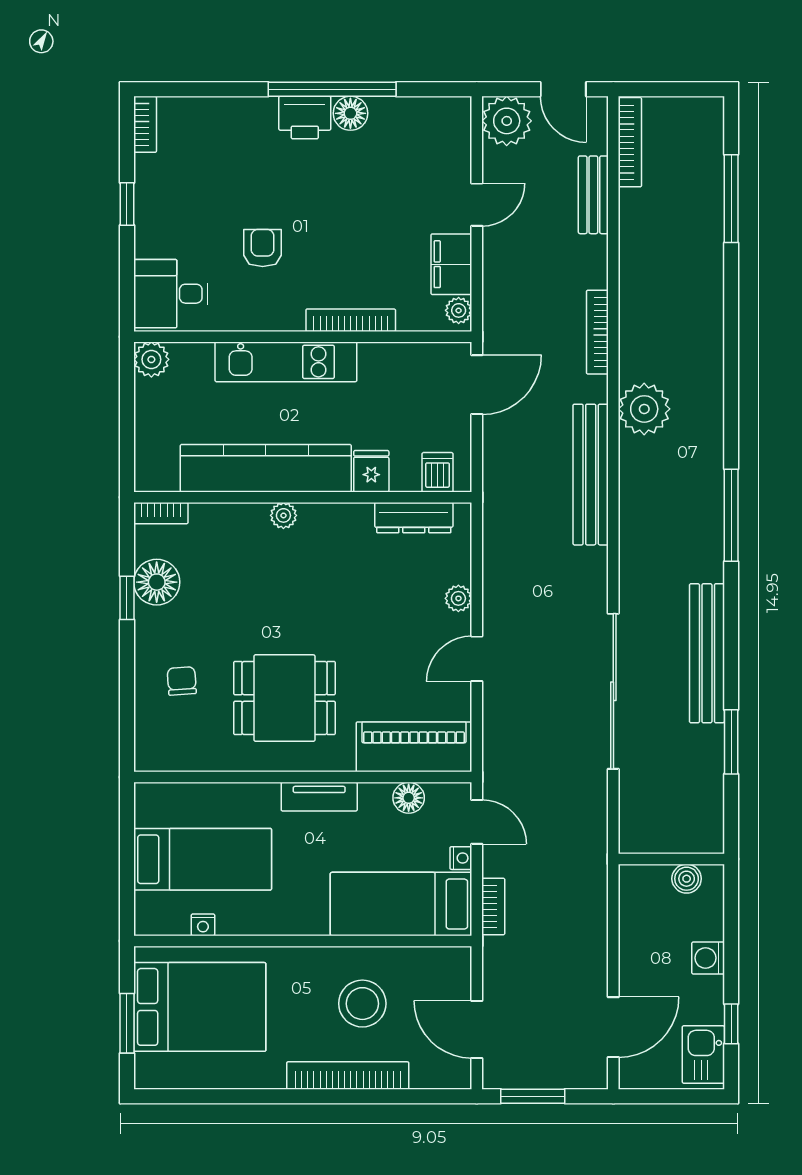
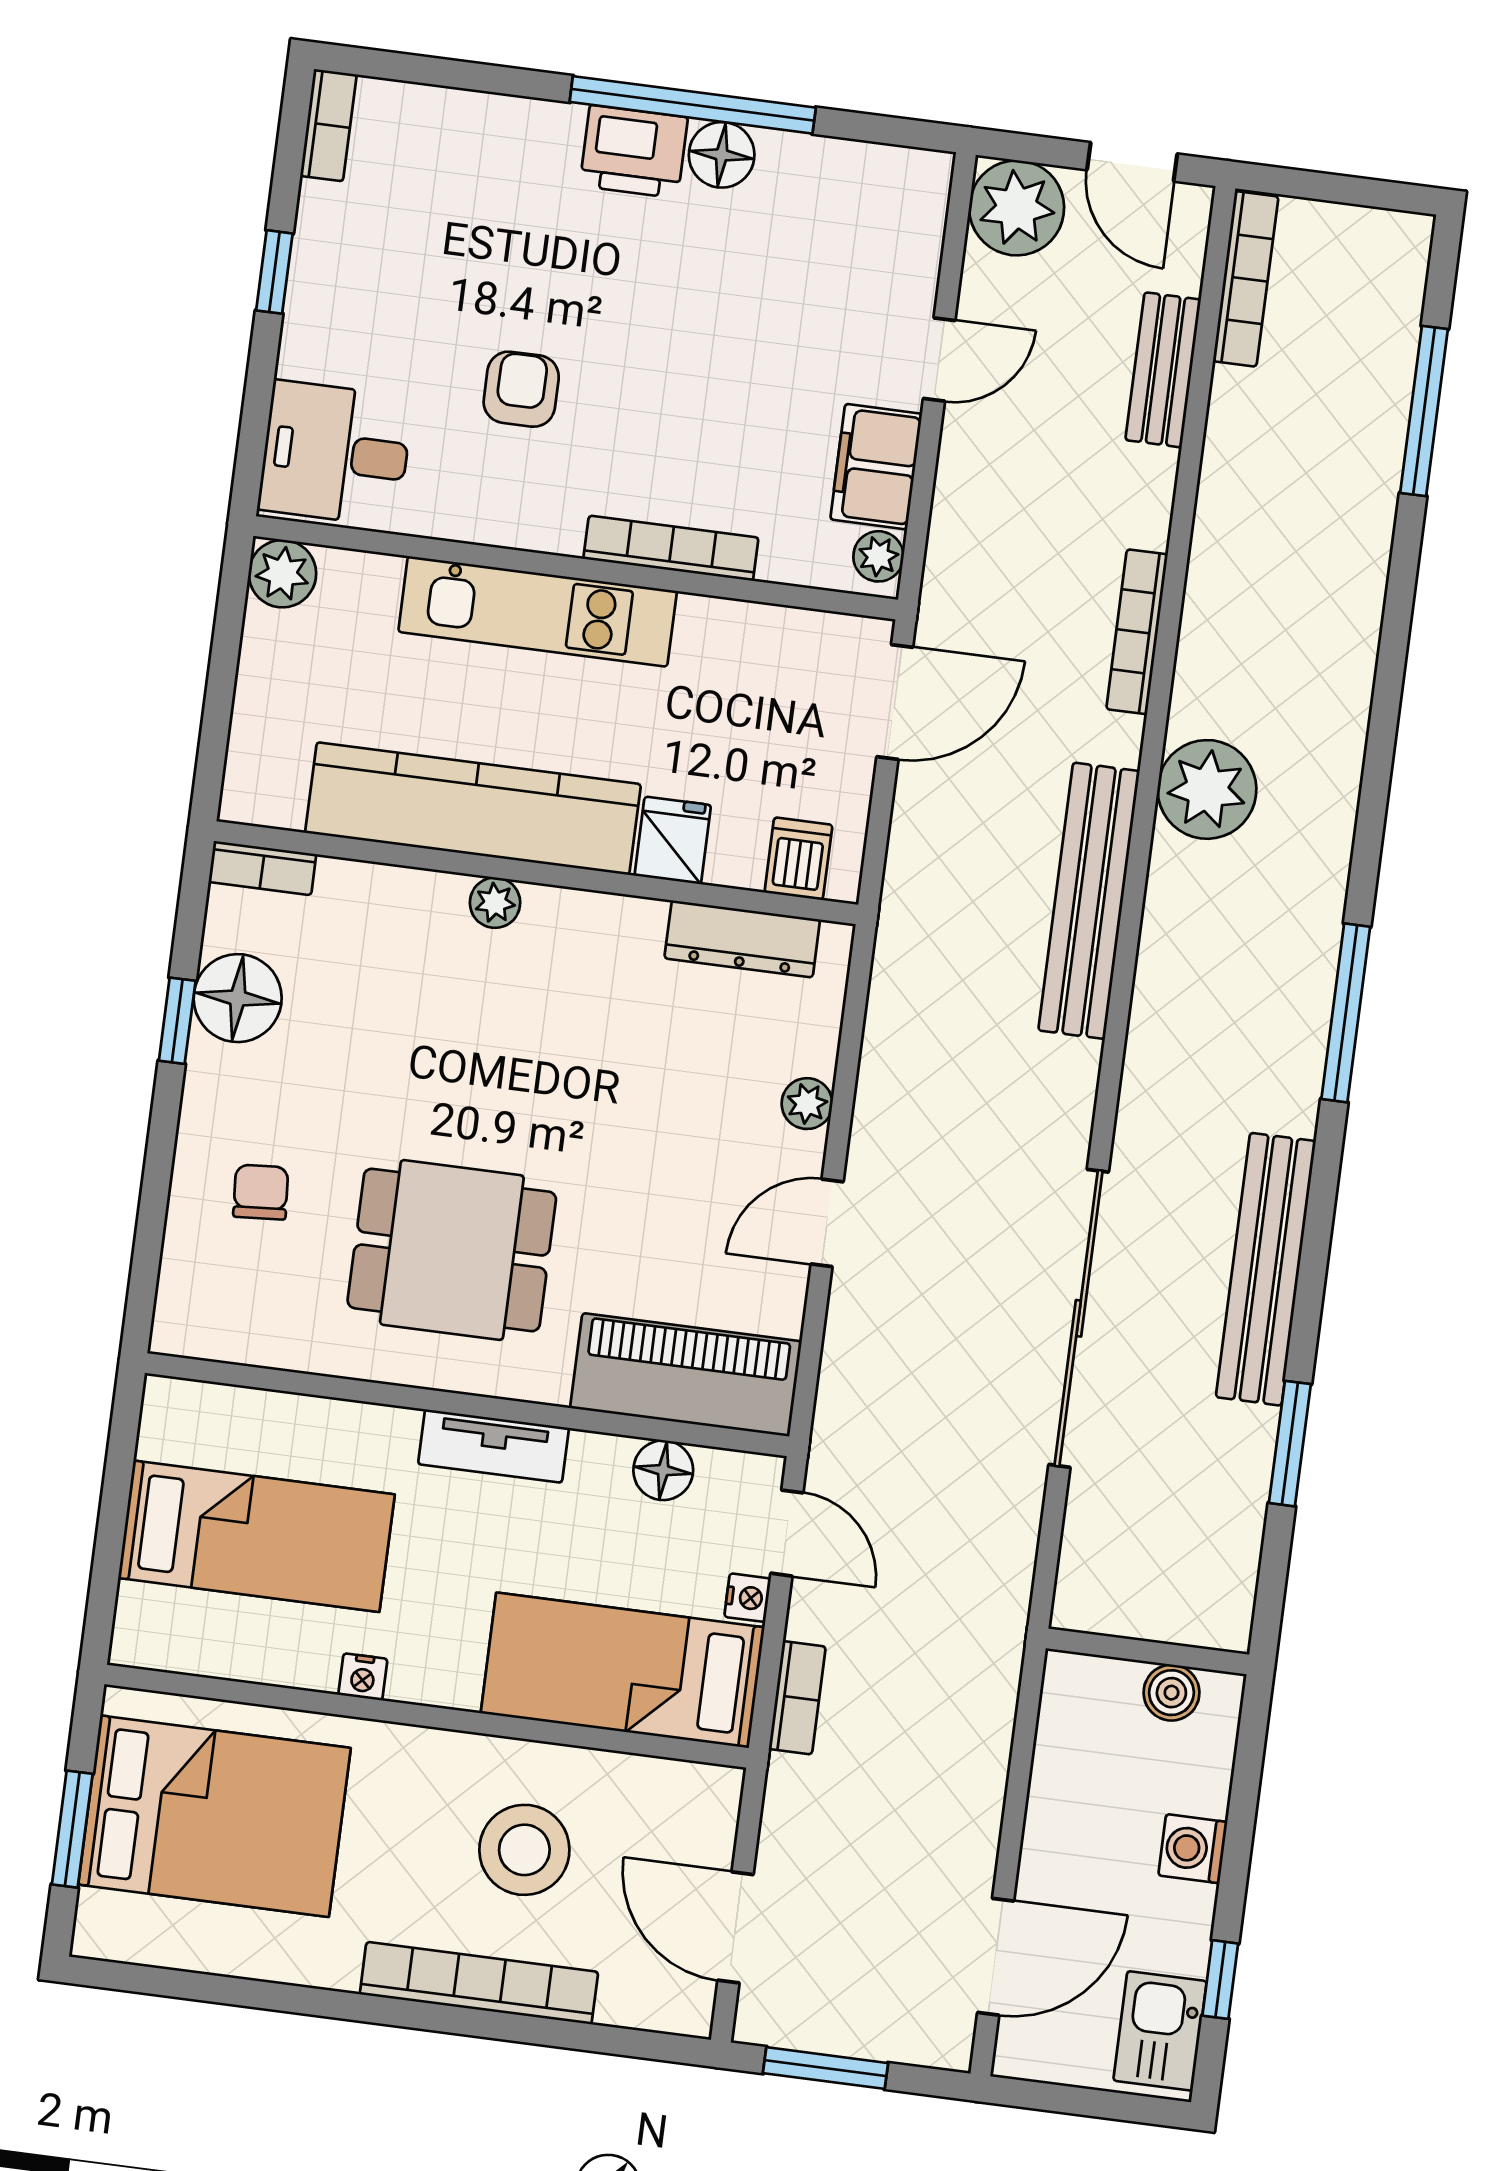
nightstand: (203, 925) -> (363, 1677), moved

